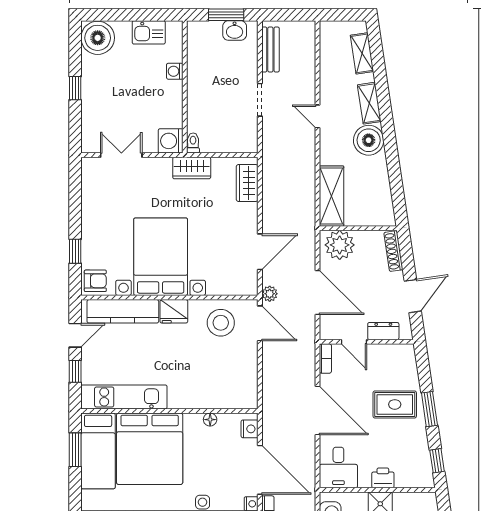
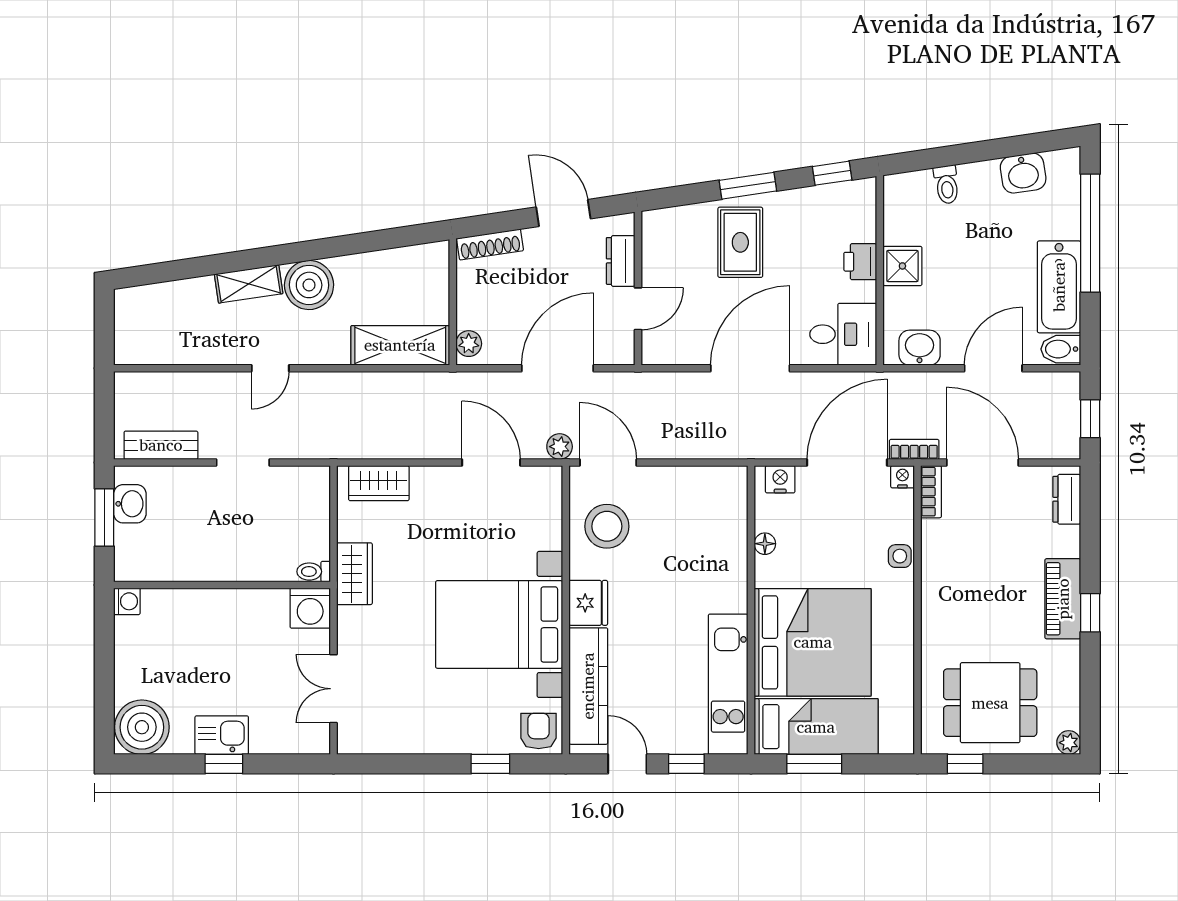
kitchen sink: (149, 32) -> (222, 735), moved, turned -90
shelving: (362, 53) -> (167, 296), removed
washing machine: (175, 71) -> (127, 601), moved, turned -90
plant: (340, 245) -> (469, 344), width x0.53, depth x0.53
door: (260, 323) -> (608, 462), hinge flipped
bookcase: (325, 359) -> (665, 355), removed

